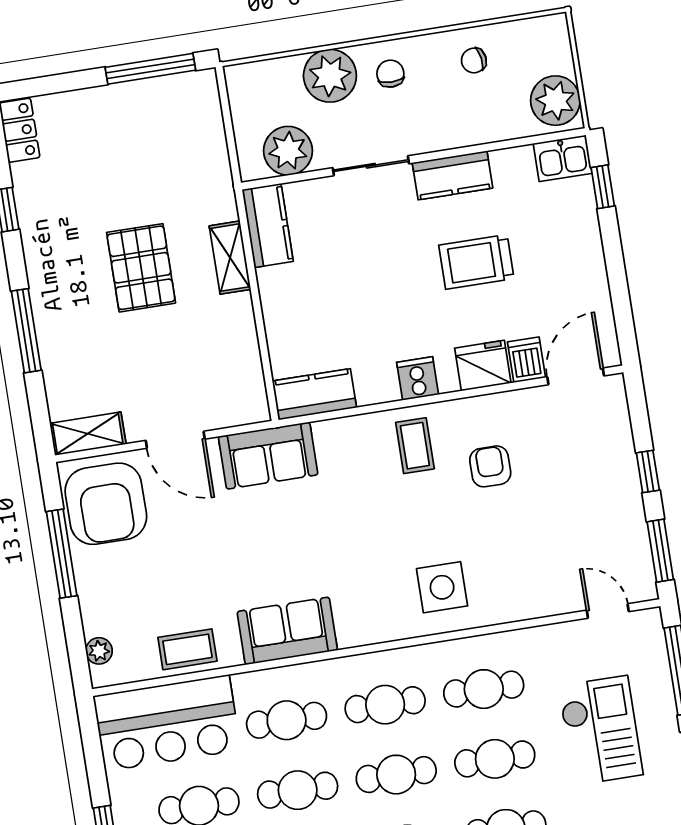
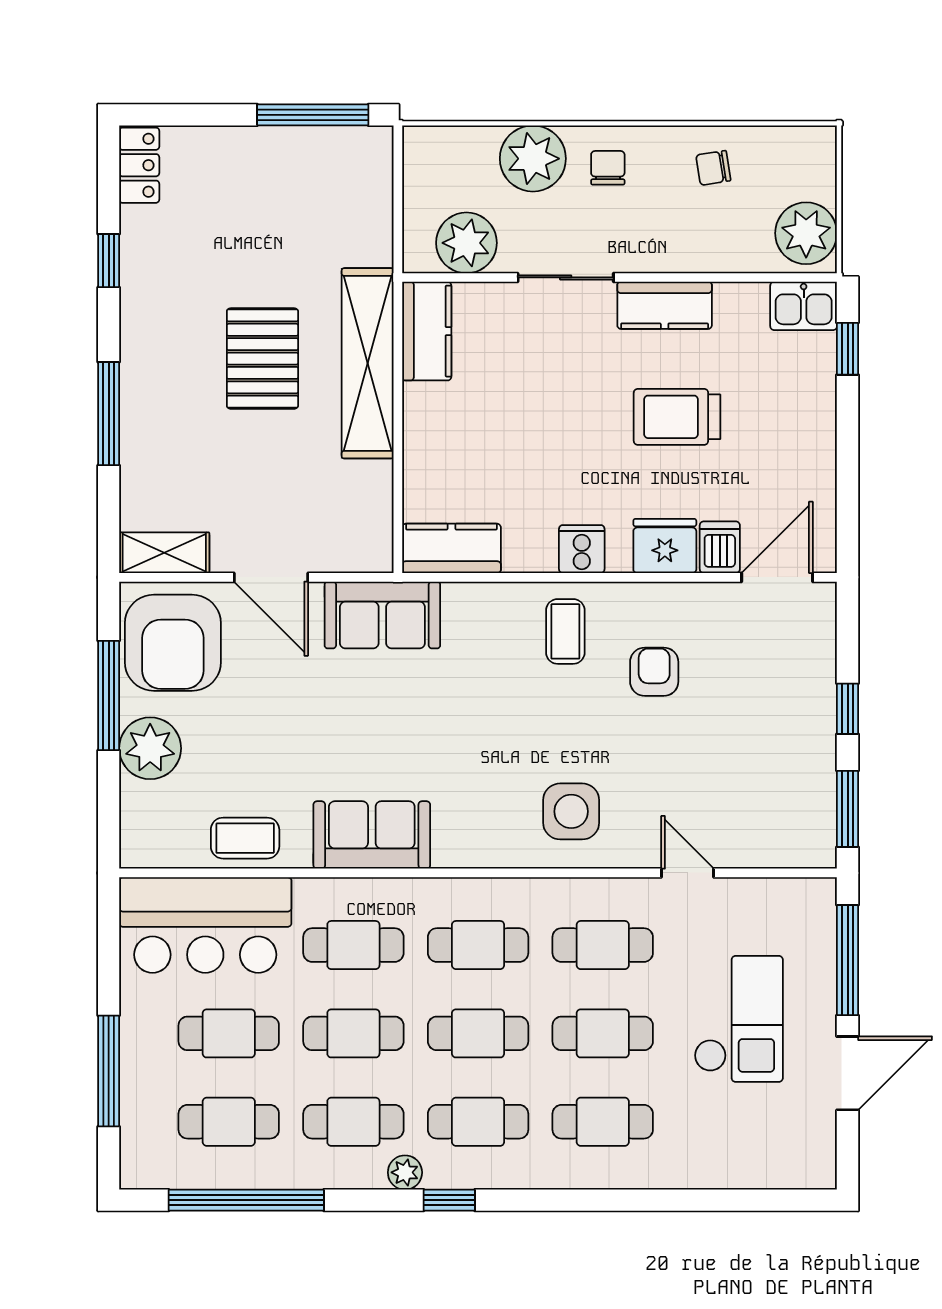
shelving: (230, 258) -> (368, 363), width x2.20, depth x1.33
door: (608, 611) -> (688, 873), moved
plant: (99, 651) -> (150, 748), moved, width x1.88, depth x1.88

